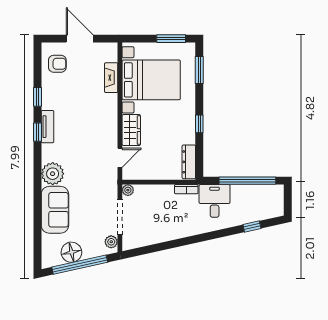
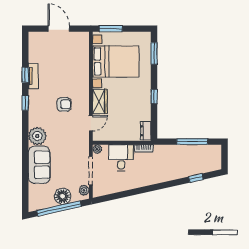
window: (171, 39) -> (111, 29), moved
armchair: (57, 64) -> (64, 104), moved
fireplace: (111, 78) -> (84, 60), removed
tv unit: (48, 127) -> (33, 76), moved
dresser: (189, 162) -> (146, 131), width x0.70
window: (247, 181) -> (192, 142), width x0.68
desk: (215, 201) -> (121, 158), moved
floor lamp: (71, 252) -> (63, 196), moved

